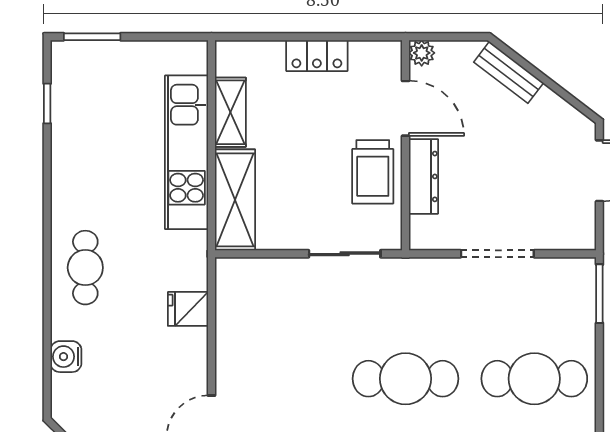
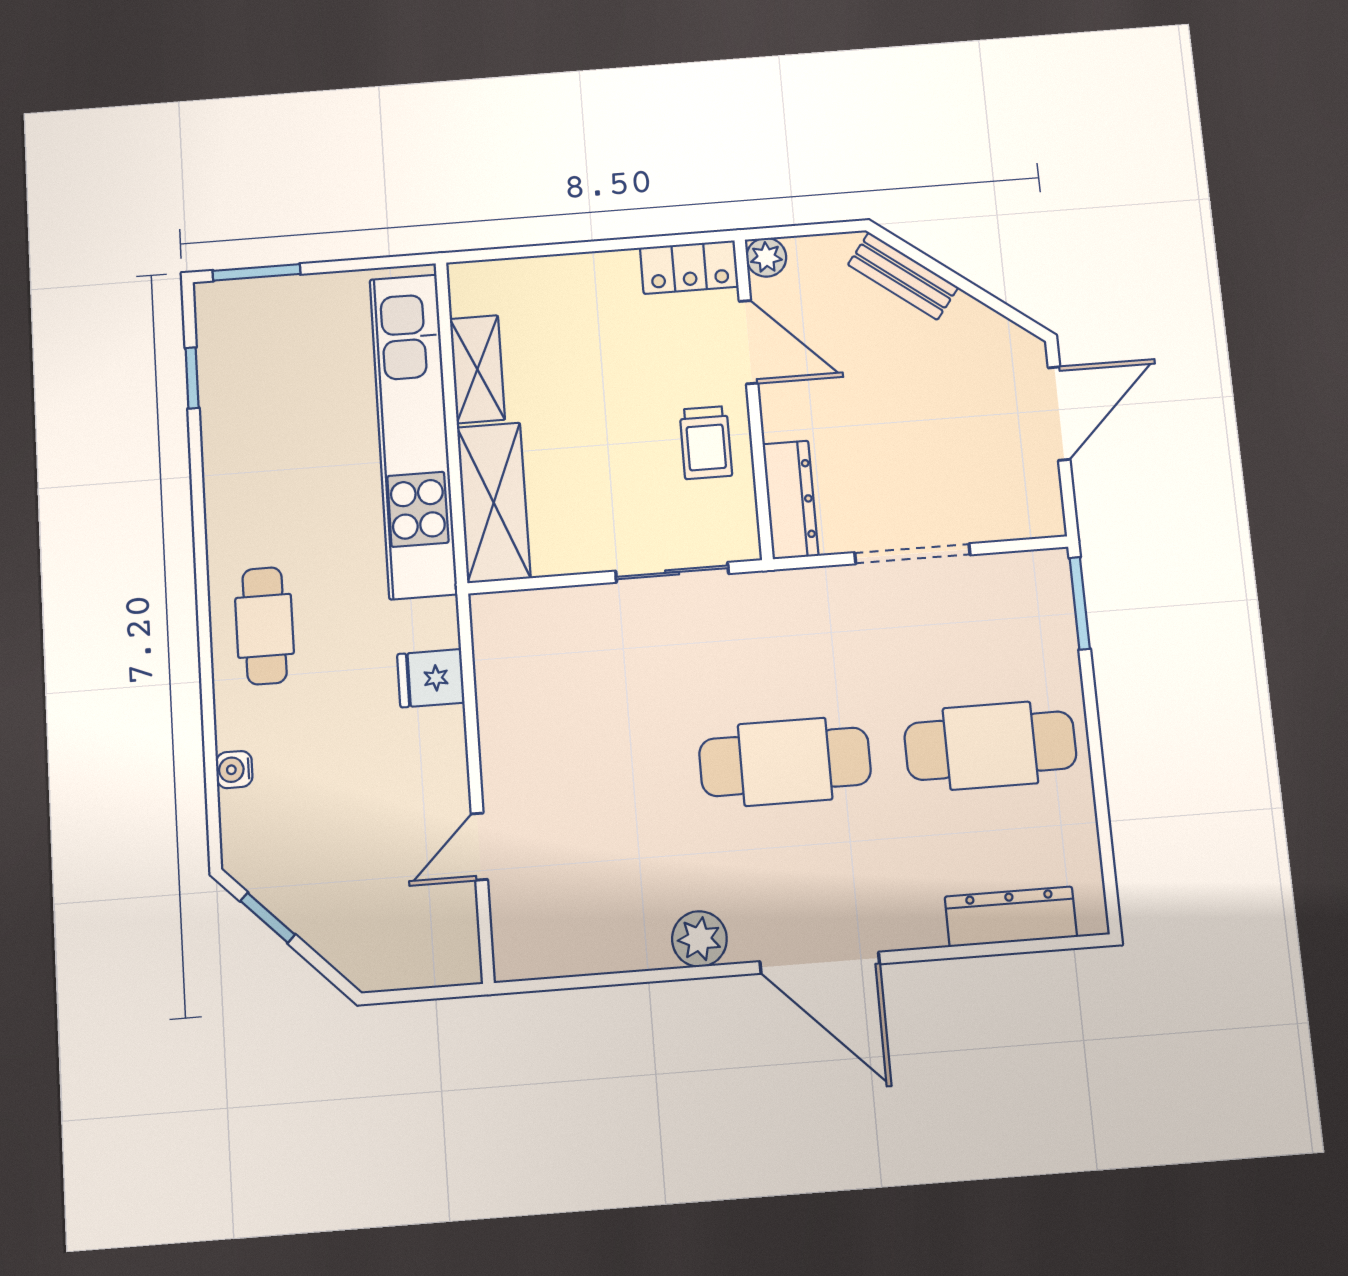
locker: (317, 56) -> (689, 267), moved
kitchen unit: (187, 152) -> (413, 435), width x1.36
trolley: (373, 172) -> (706, 443), width x0.73, depth x0.72
dresser: (423, 176) -> (790, 500), moved
water cooler: (66, 357) -> (234, 770), width x0.72, depth x0.72

